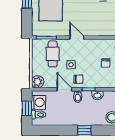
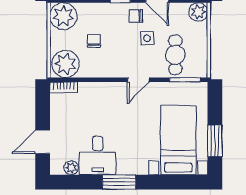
door: (77, 38) -> (138, 80), hinge flipped

